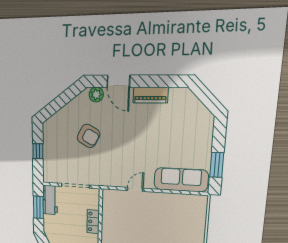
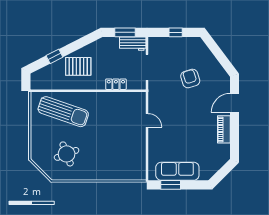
plant: (96, 95) -> (224, 85), removed
armchair: (88, 136) -> (190, 78), turned 134
sofa: (181, 180) -> (177, 171), moved, turned -90

